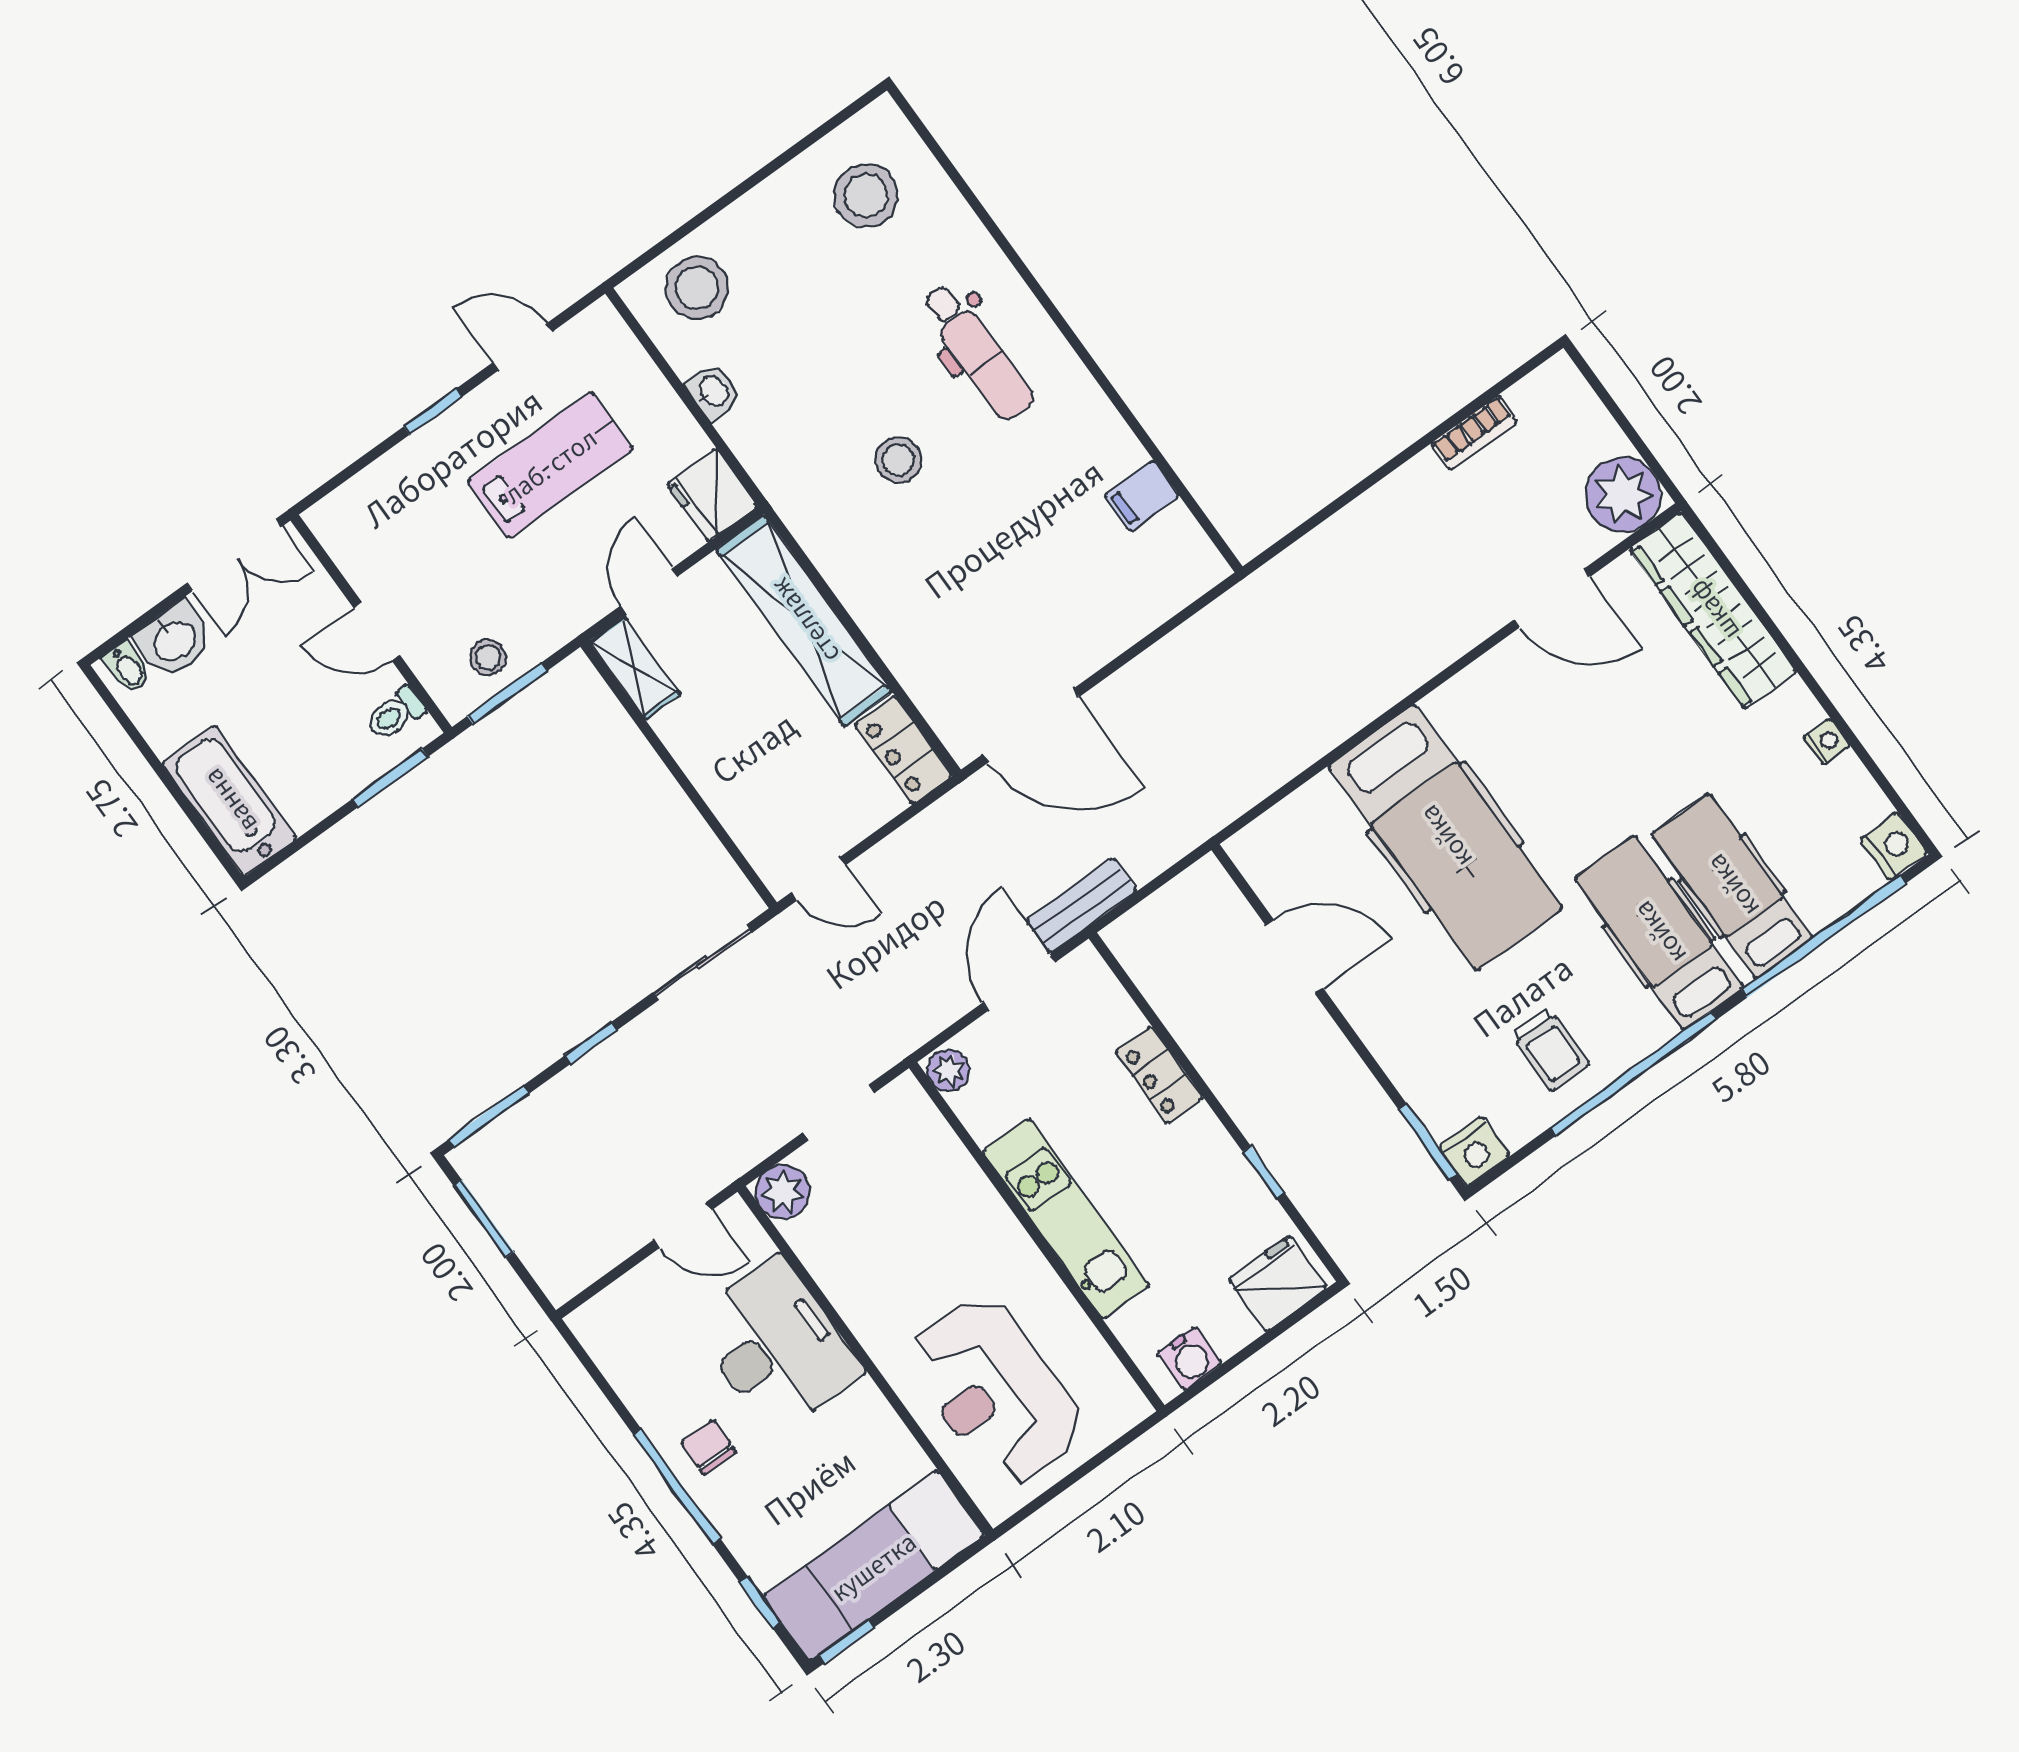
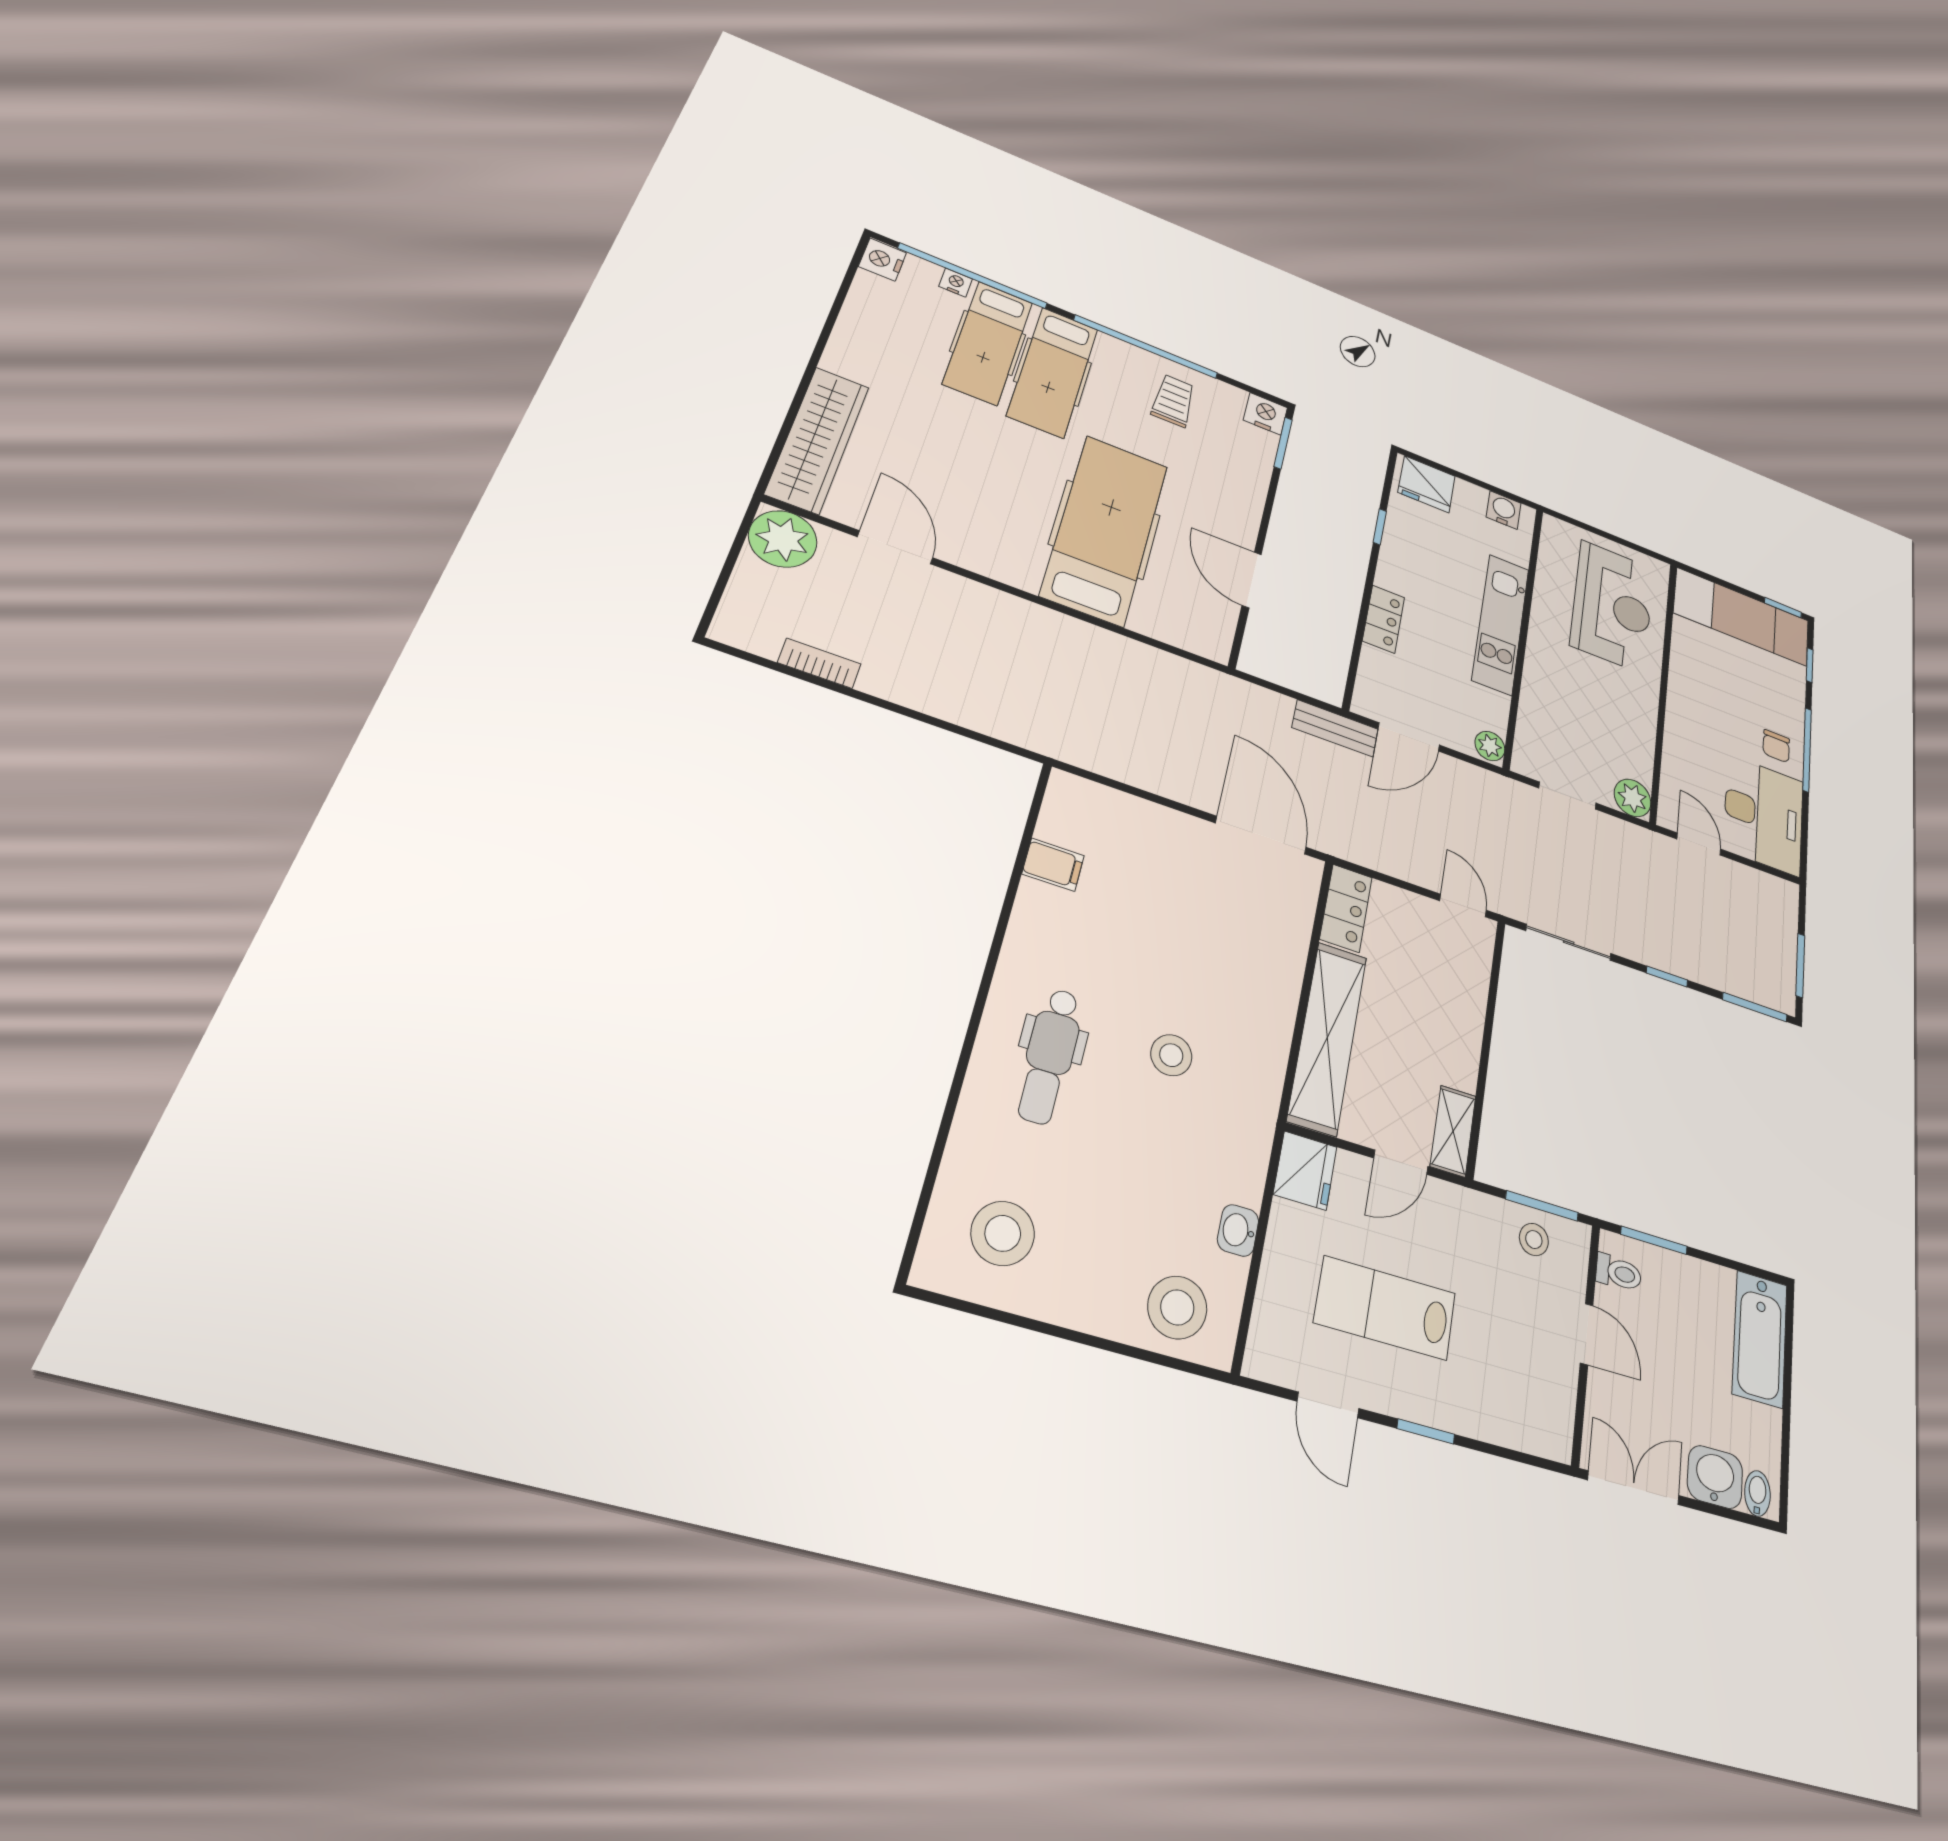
dental chair: (978, 352) -> (1050, 1056), turned 180
nightstand: (1827, 742) -> (956, 283), moved, turned 90
desk: (776, 1346) -> (1764, 815), moved, turned 180

